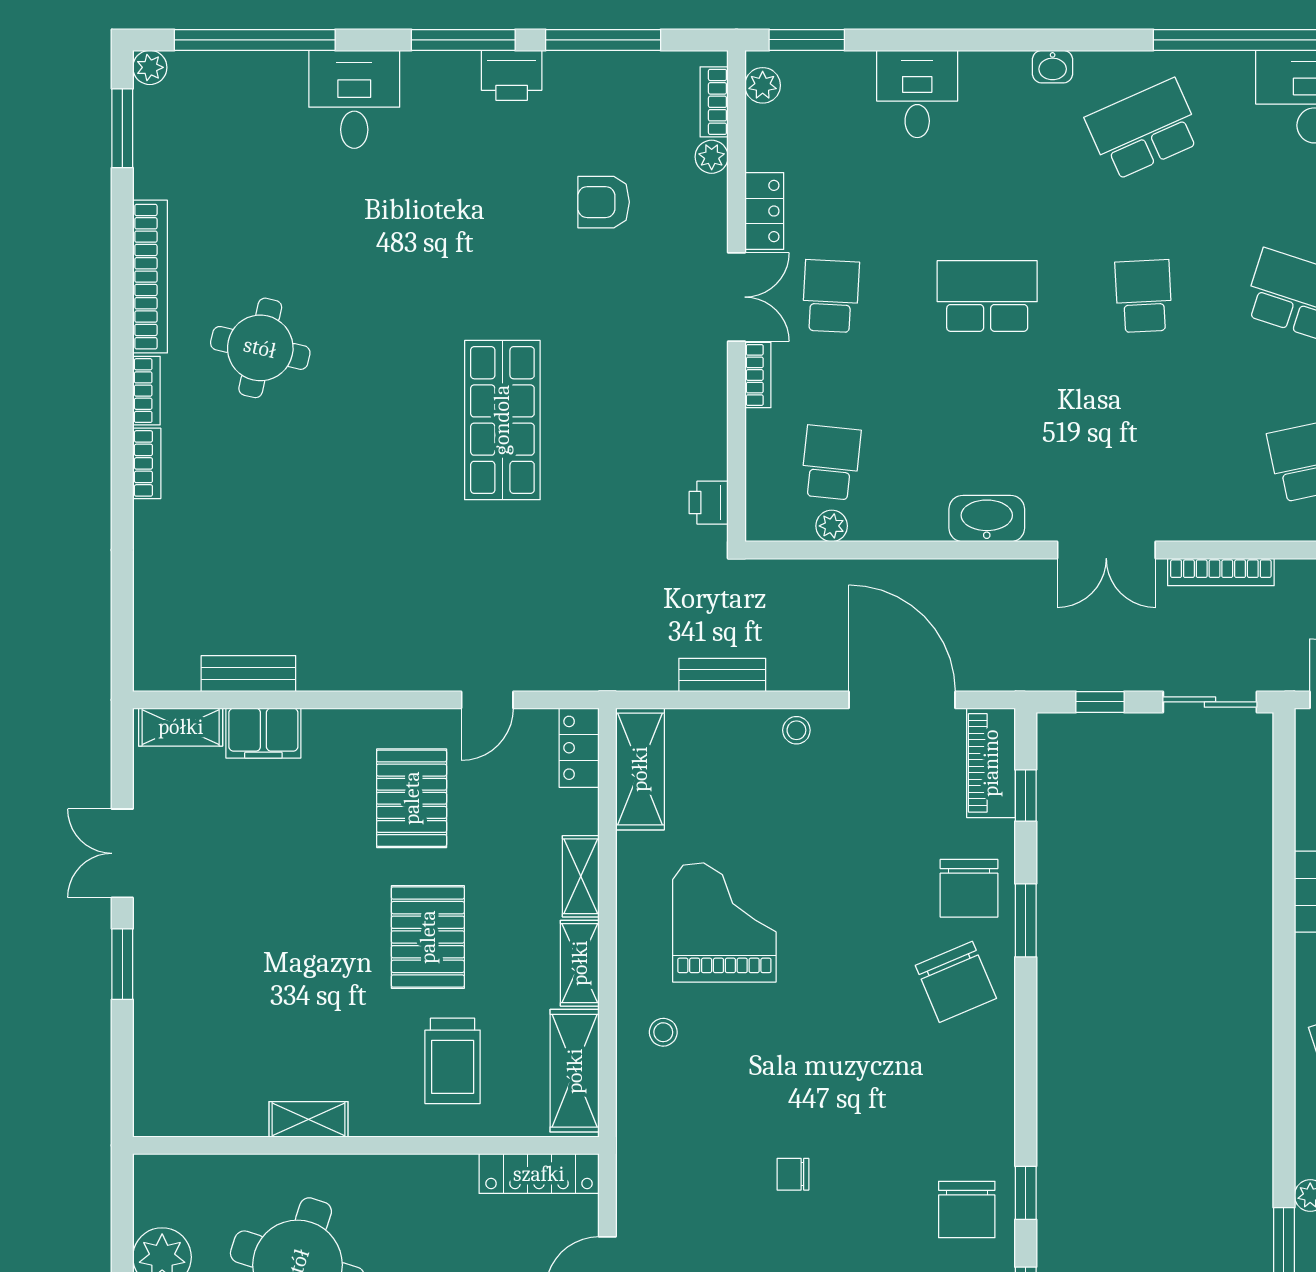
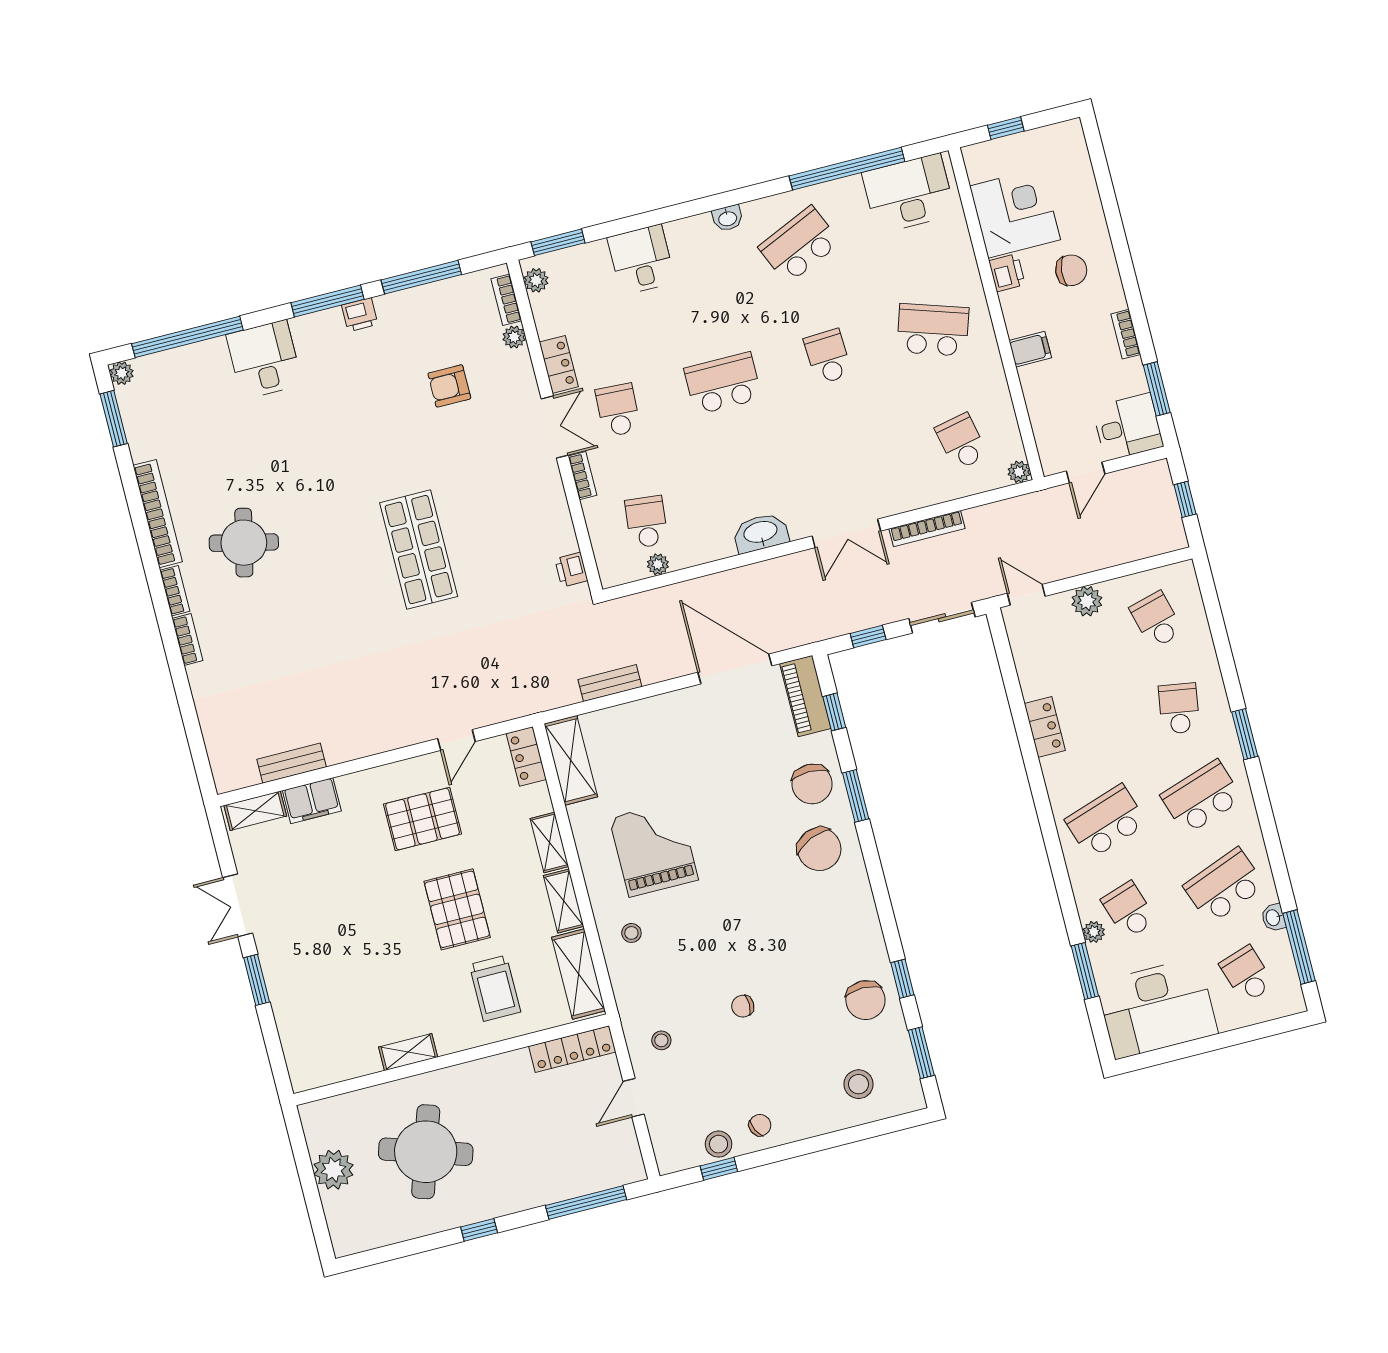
printer: (512, 75) -> (360, 315), width x0.73, depth x0.81
stool: (796, 730) -> (661, 1040), moved
pallet: (412, 798) -> (422, 819), turned 90

